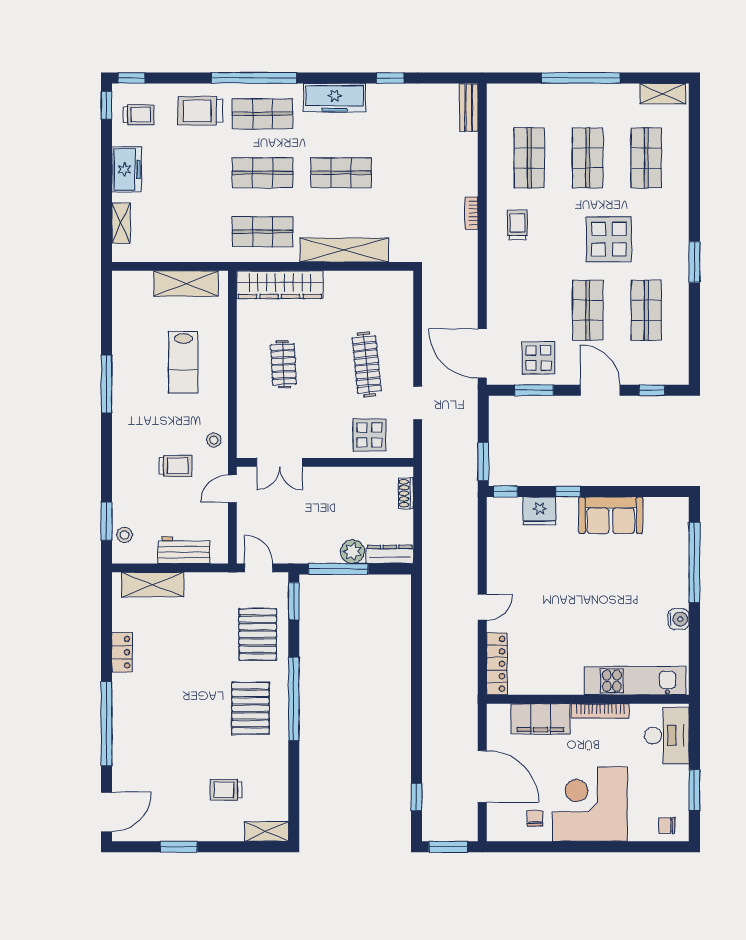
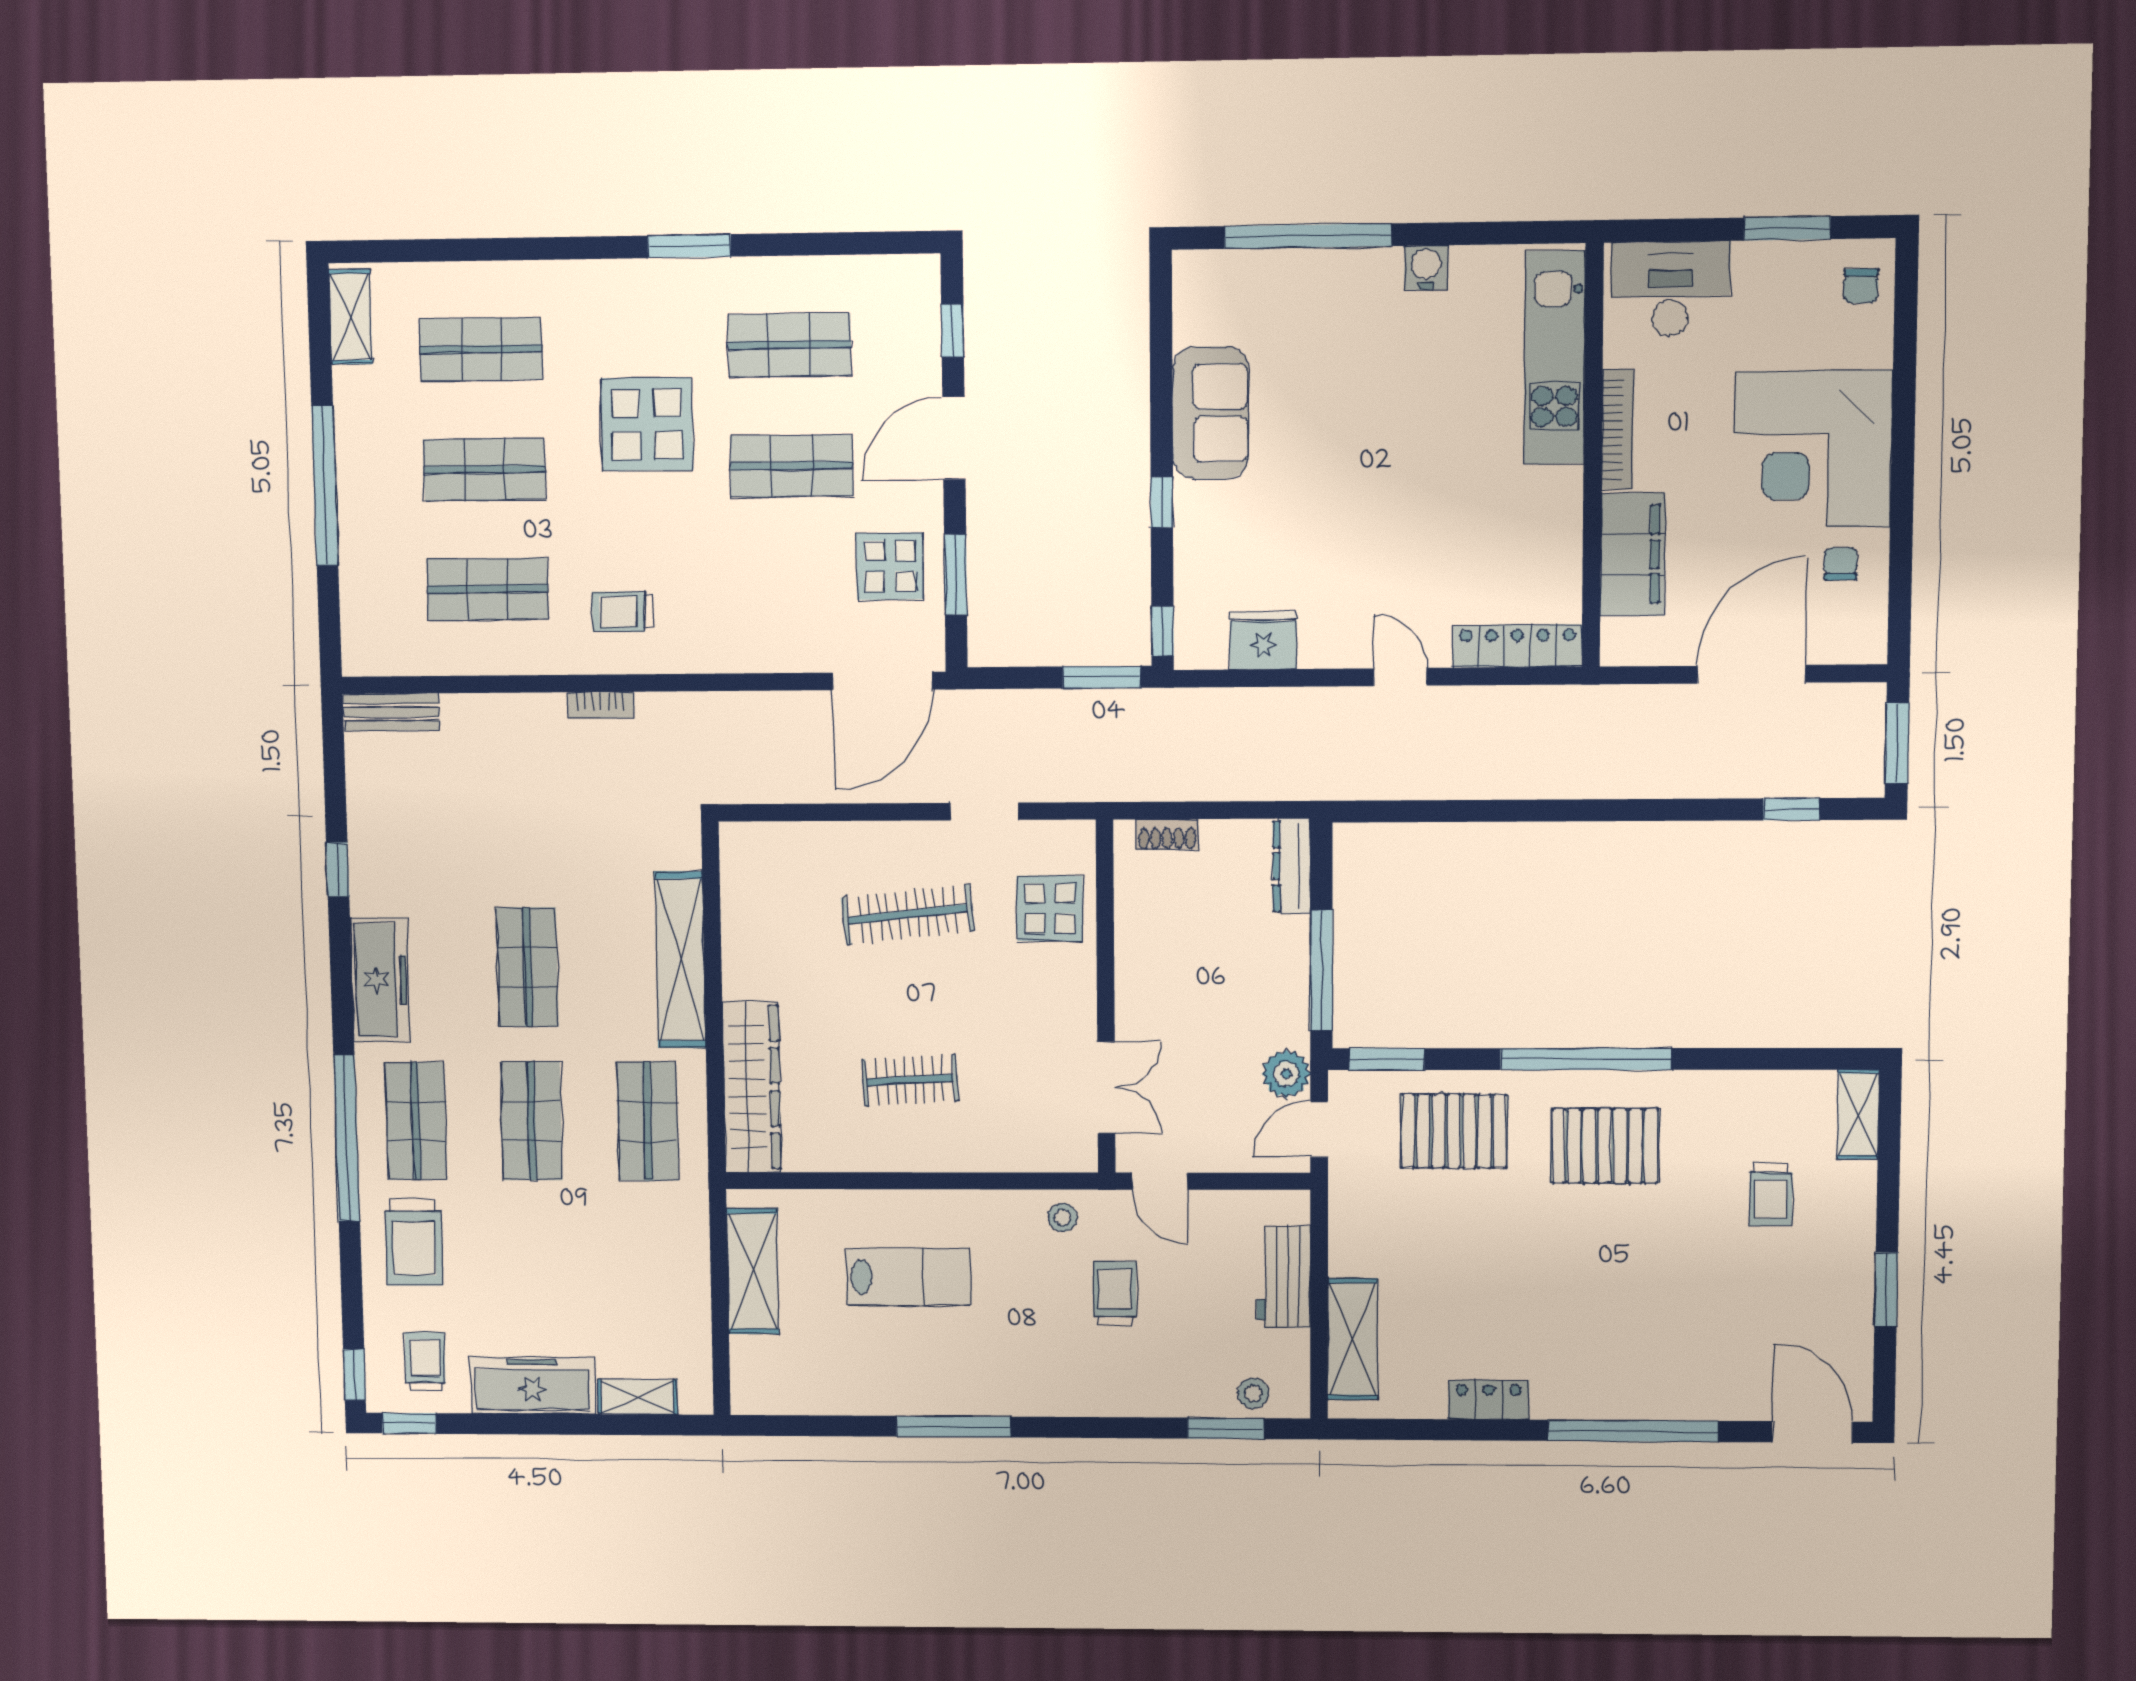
freezer: (127, 170) -> (532, 1385), width x1.40
fridge: (540, 511) -> (1263, 640), moved, turned -90
plant: (352, 552) -> (1286, 1074), moved
chair: (535, 818) -> (1840, 564), turned 90

